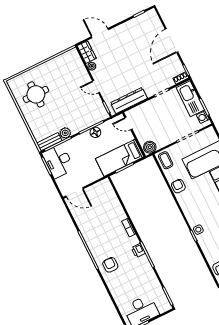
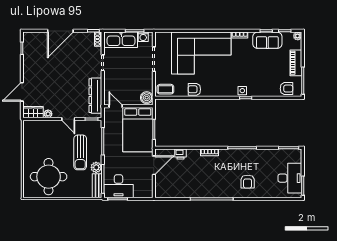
door: (171, 41) -> (60, 31), hinge flipped
door: (96, 87) -> (68, 119), hinge flipped
round table: (36, 94) -> (49, 177), width x1.36, depth x1.36
sun lounger: (71, 112) -> (80, 152), added
door: (128, 123) -> (116, 106), swing flipped
floor lamp: (95, 132) -> (109, 140), removed
bed: (120, 158) -> (138, 130), width x1.50
door: (75, 192) -> (154, 165), moved
printer: (138, 251) -> (180, 154), moved
armchair: (110, 265) -> (248, 182), moved, turned -90

